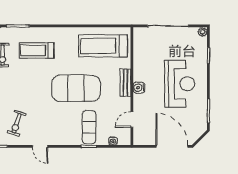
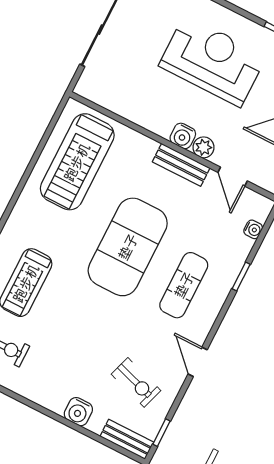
bench: (125, 83) -> (181, 165), moved
plant: (139, 100) -> (204, 147), added
exercise mat: (89, 127) -> (184, 285), moved, turned 90
door: (40, 146) -> (198, 362), swing flipped

